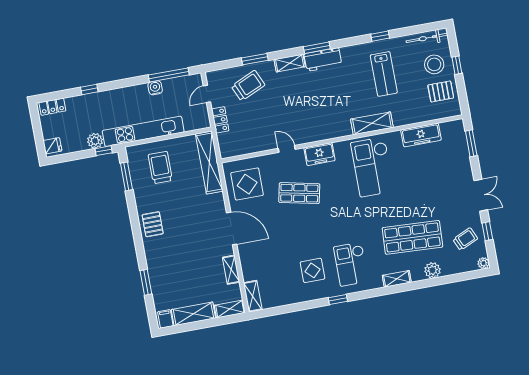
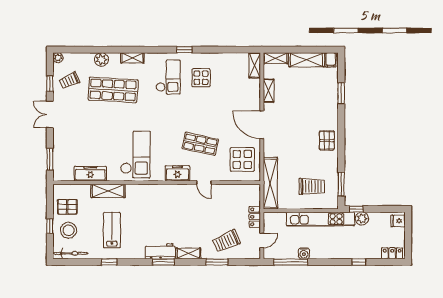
shelving: (372, 123) -> (108, 191), moved
trolley: (160, 167) -> (312, 186), turned -90

